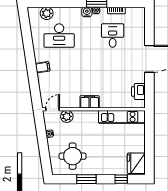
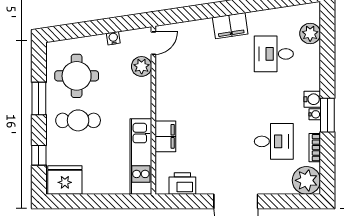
plant: (137, 16) -> (306, 180), added
desk: (59, 36) -> (274, 54), width x0.73
filing cabinet: (43, 67) -> (230, 26), width x2.00
filing cabinet: (90, 102) -> (165, 136), moved
door: (53, 109) -> (153, 43), hinge flipped
cafe table: (100, 155) -> (78, 120), added

